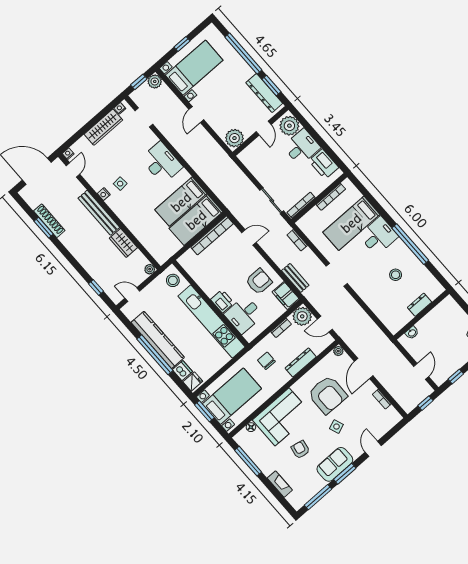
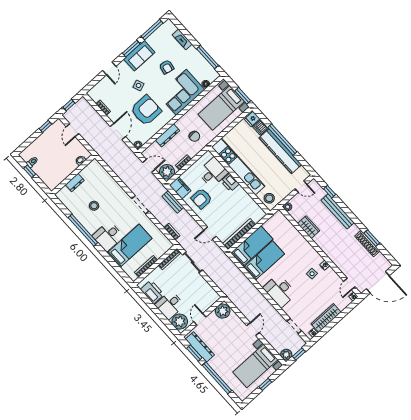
bench: (99, 213) -> (338, 211), moved
armchair: (328, 395) -> (146, 110), turned 89

